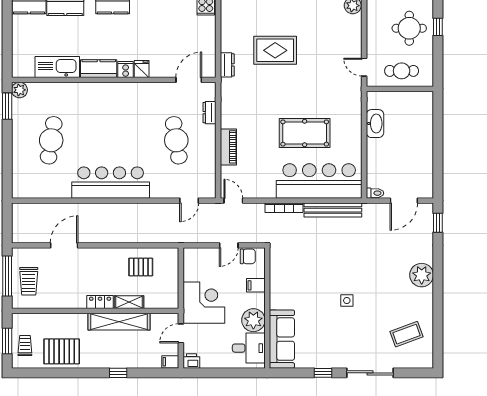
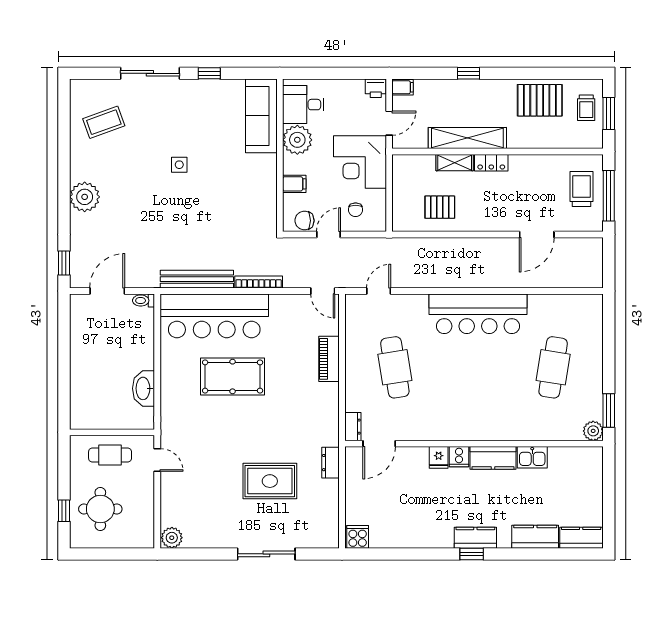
kitchen sink: (57, 67) -> (532, 457), width x0.53, depth x0.81
dresser: (209, 113) -> (353, 427), moved
chair: (207, 265) -> (356, 210), added

